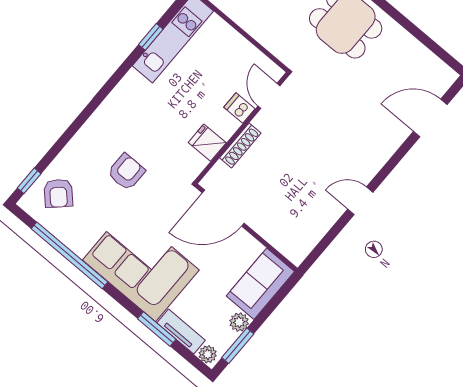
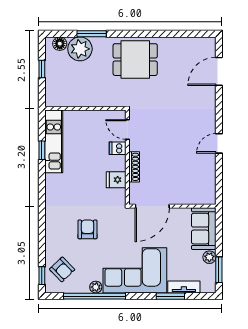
plant: (208, 354) -> (96, 287), moved

